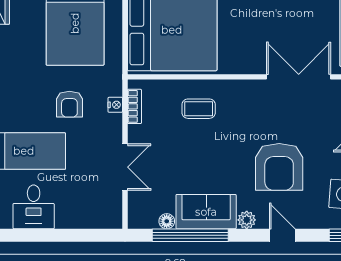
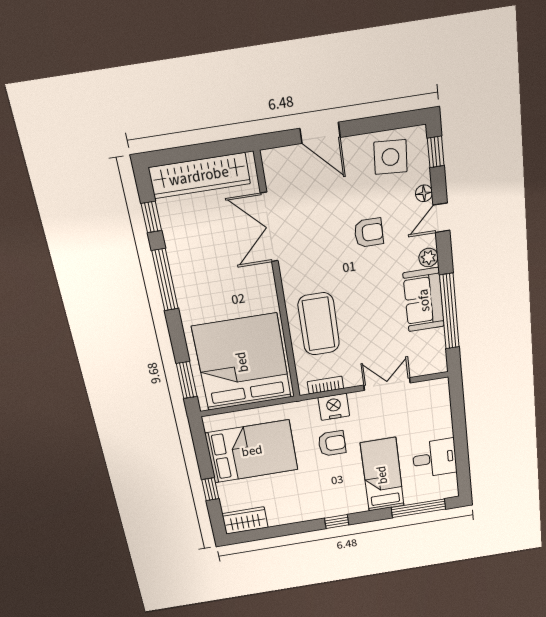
nightstand: (115, 105) -> (334, 407), width x1.89, depth x1.79
coffee table: (199, 109) -> (319, 324), width x1.86, depth x1.72
armchair: (279, 167) -> (369, 233), width x0.53, depth x0.53
floor lamp: (167, 221) -> (424, 193), moved

